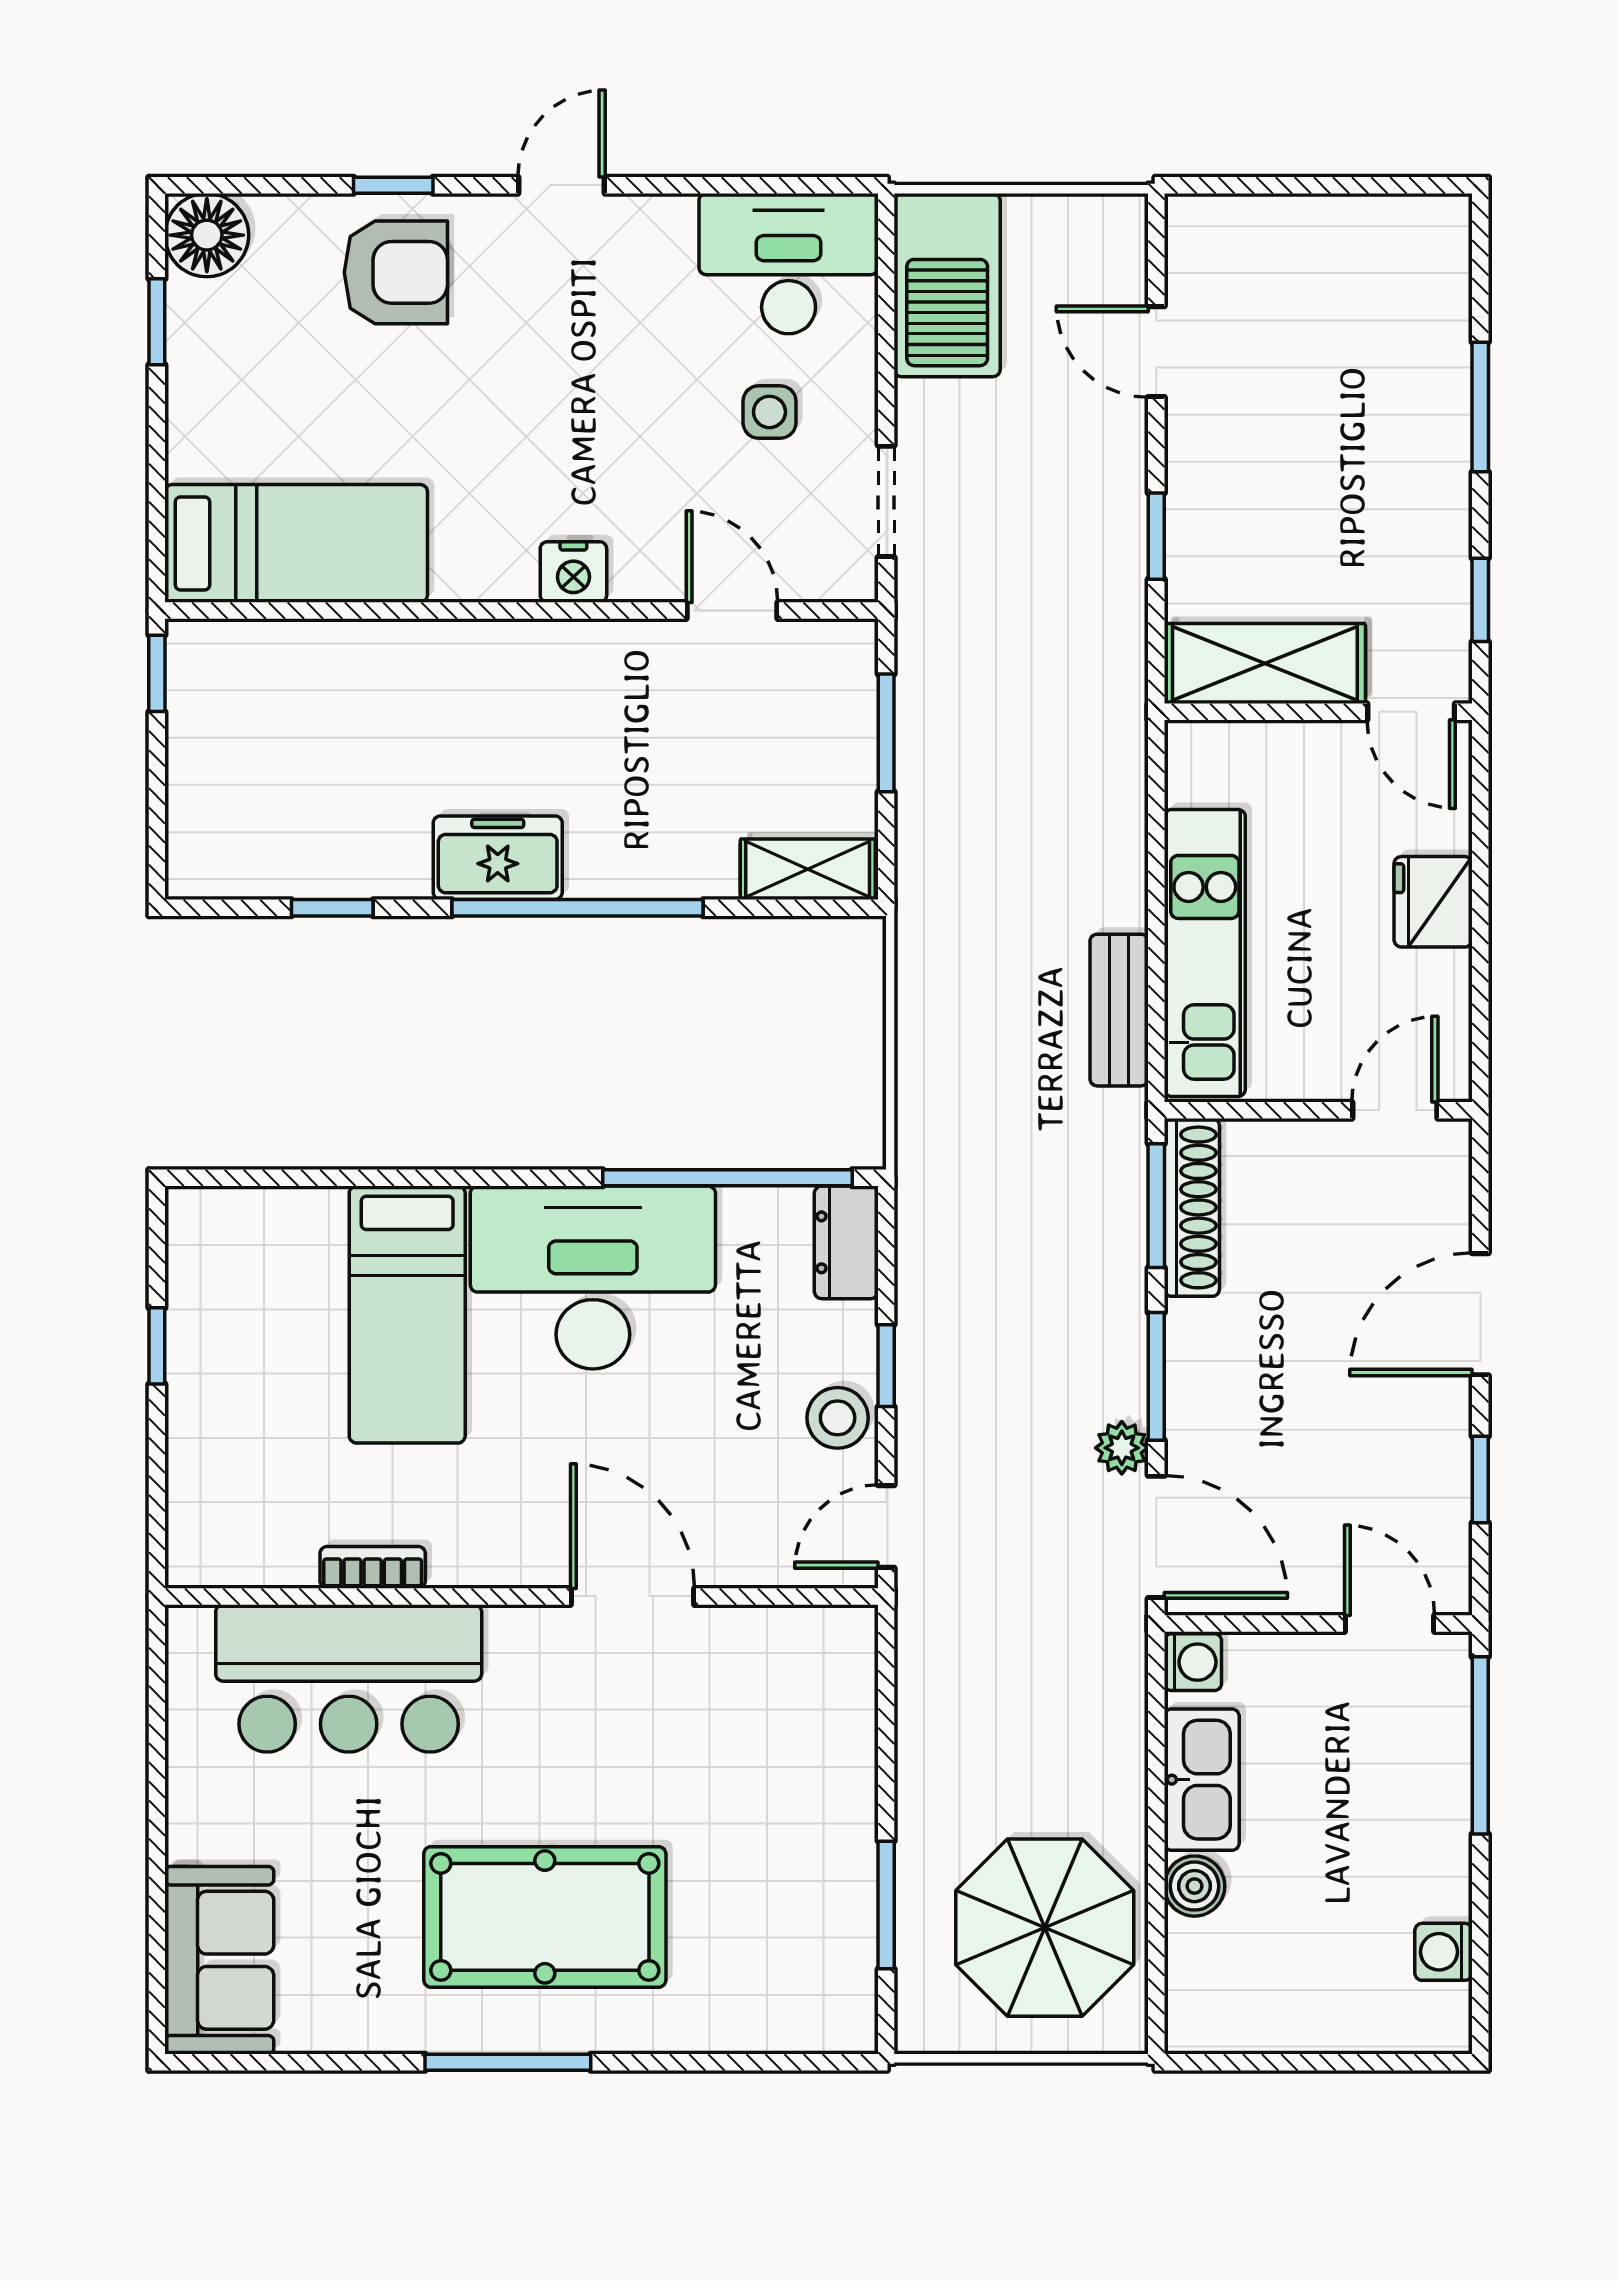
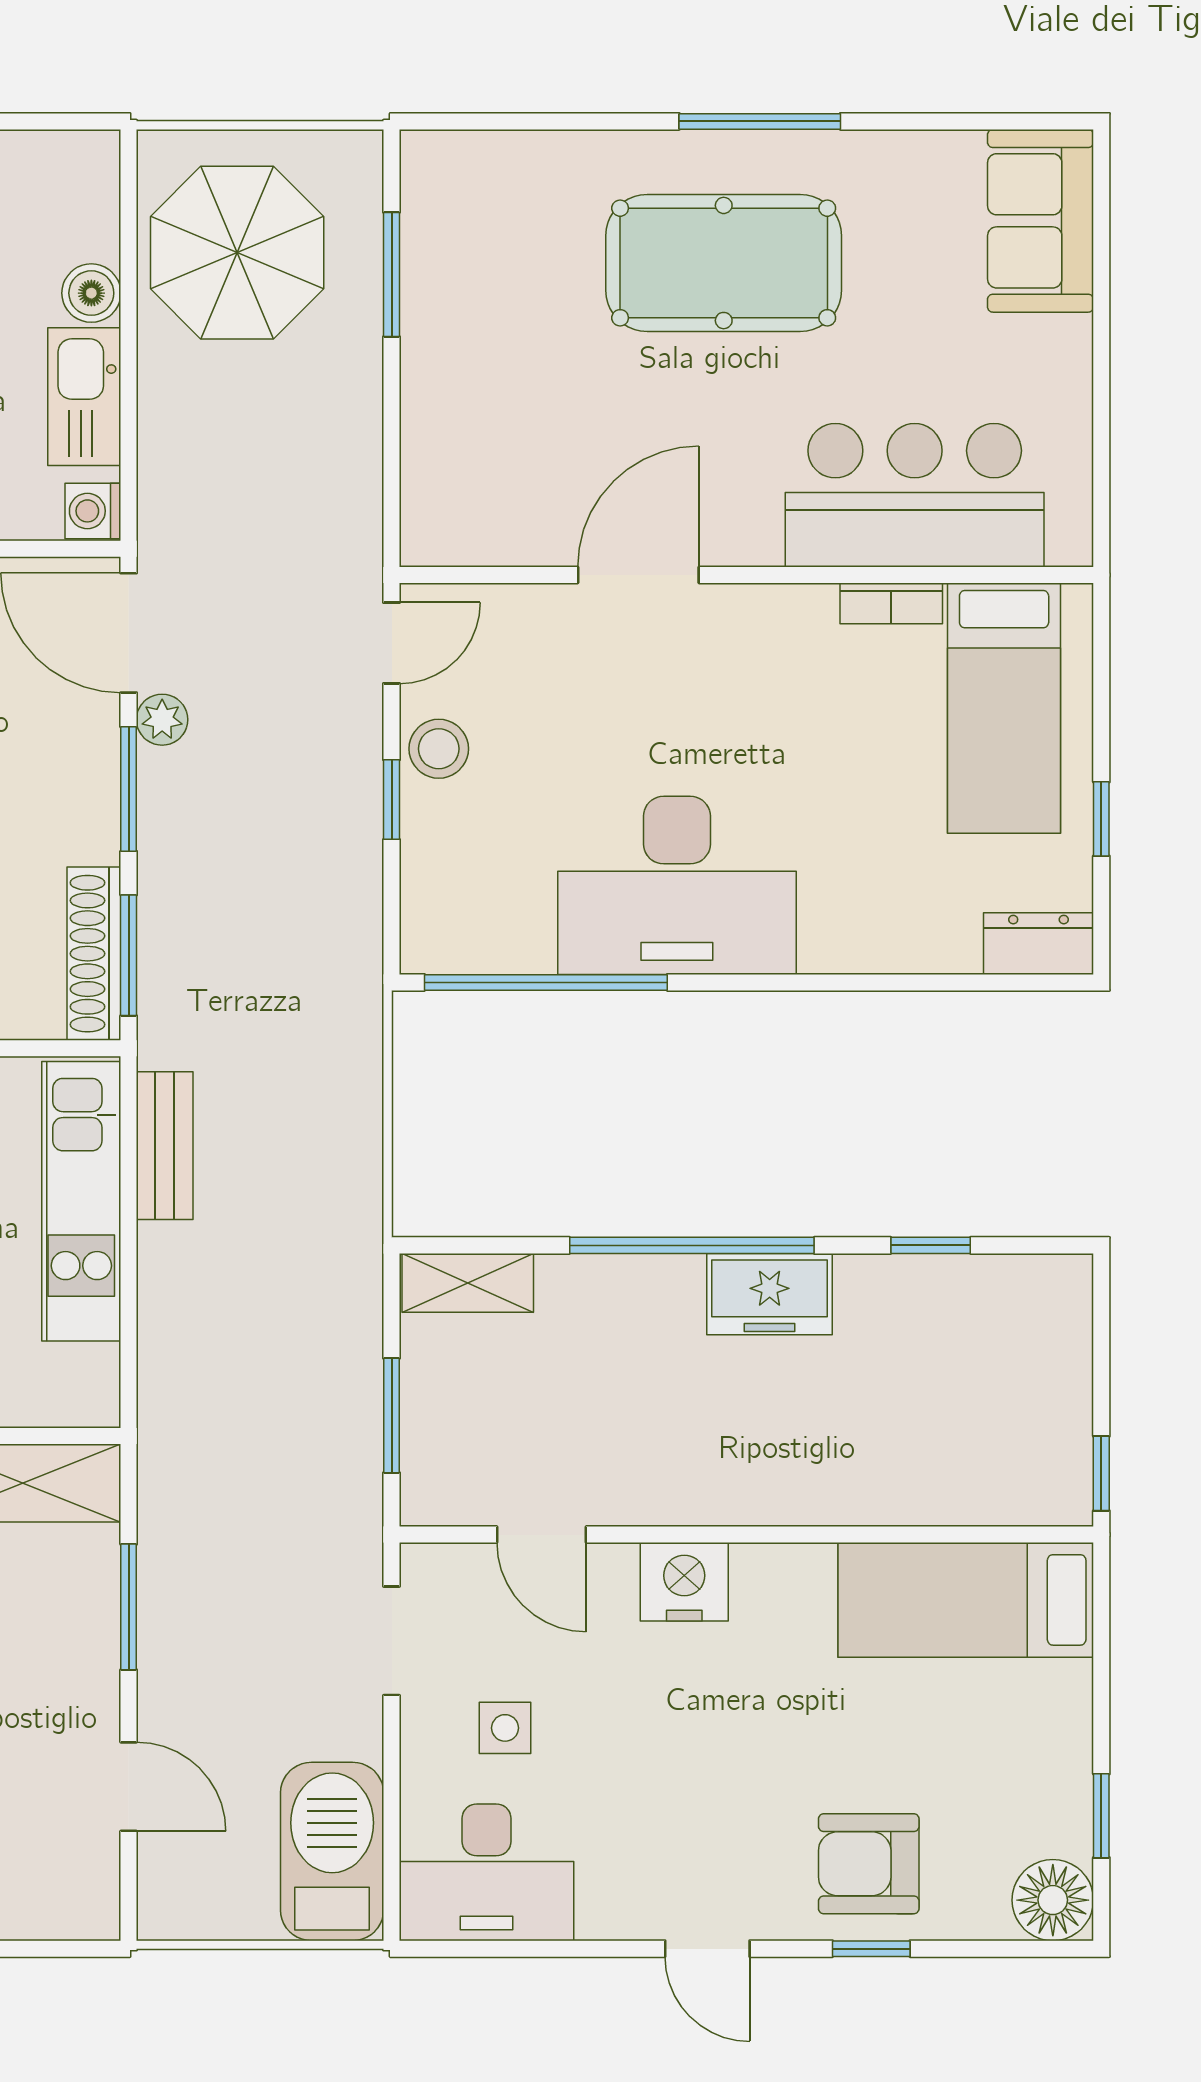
door: (562, 185) -> (707, 1949), hinge flipped
window: (1156, 536) -> (129, 1607), width x1.50
nightstand: (573, 572) -> (684, 1582), width x1.36, depth x1.33
dresser: (846, 1242) -> (1038, 944), moved, turned -90
bed: (407, 1314) -> (1004, 708), moved, turned 180
door: (633, 1596) -> (638, 575), swing flipped

